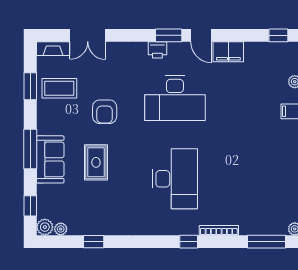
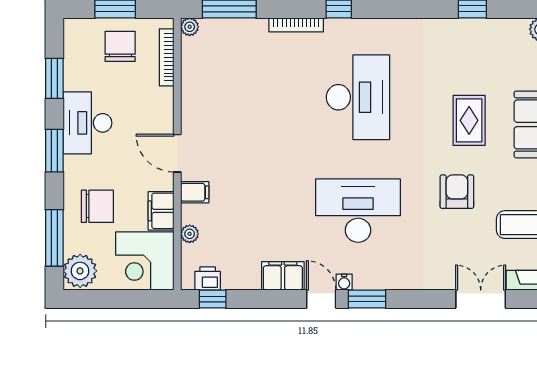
water cooler: (185, 47) -> (344, 282), added
printer: (157, 50) -> (208, 278), moved
desk: (175, 179) -> (358, 97), turned 180
plant: (61, 229) -> (519, 27), removed

